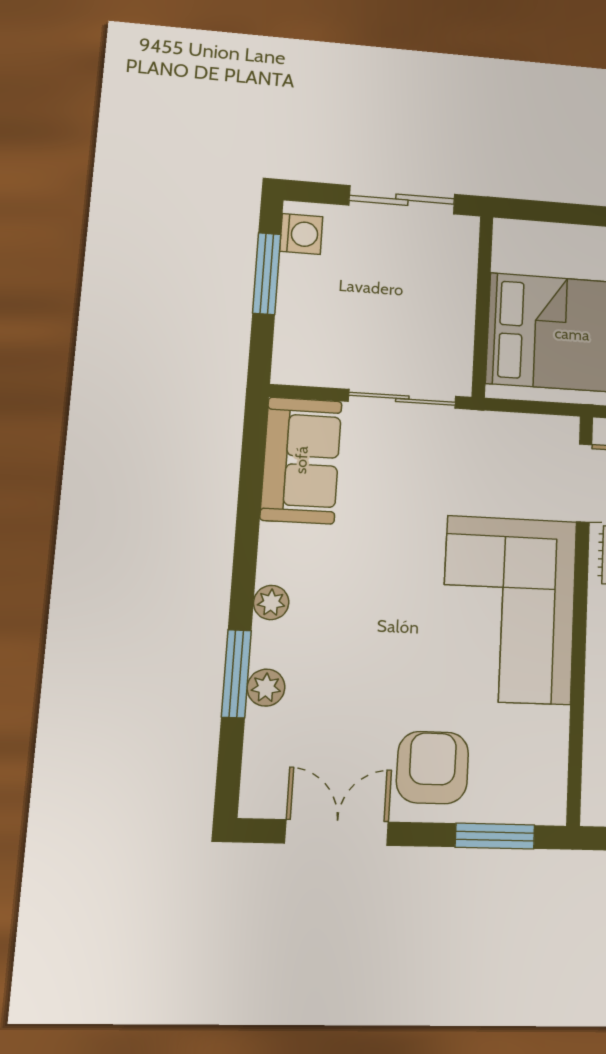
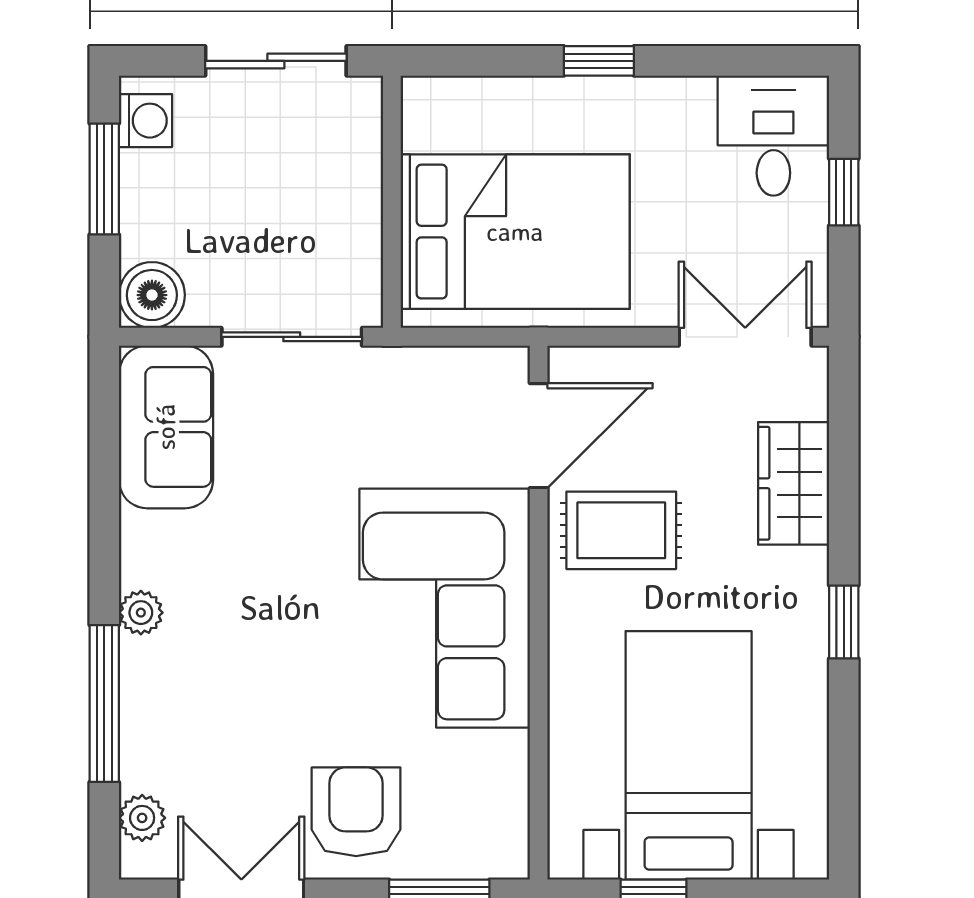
boiler: (297, 361) -> (152, 295), added
window: (236, 674) -> (104, 704), width x1.44
plant: (266, 688) -> (142, 818), moved

